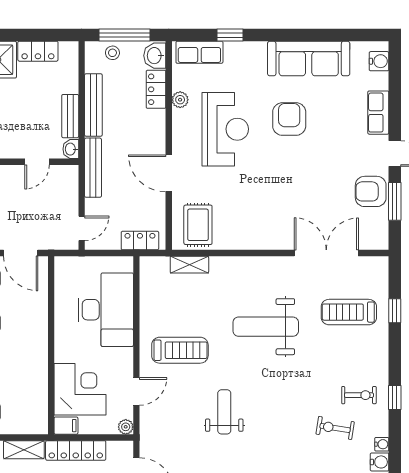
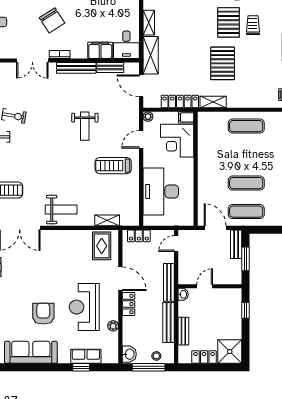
row of seats: (199, 52) -> (86, 356), moved
locker: (156, 89) -> (129, 304), moved
bench: (70, 116) -> (183, 331), moved
armchair: (289, 119) -> (43, 314), turned 180
weight bench: (266, 327) -> (61, 210), moved, width x0.73, depth x0.75

